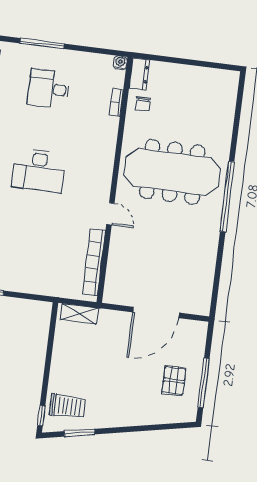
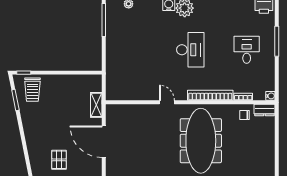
desk: (39, 170) -> (190, 50), turned 180
door: (110, 214) -> (167, 102), swing flipped
bookcase: (94, 262) -> (210, 95), moved
shelving: (79, 314) -> (96, 105), moved
pallet: (174, 381) -> (59, 160), turned 90

